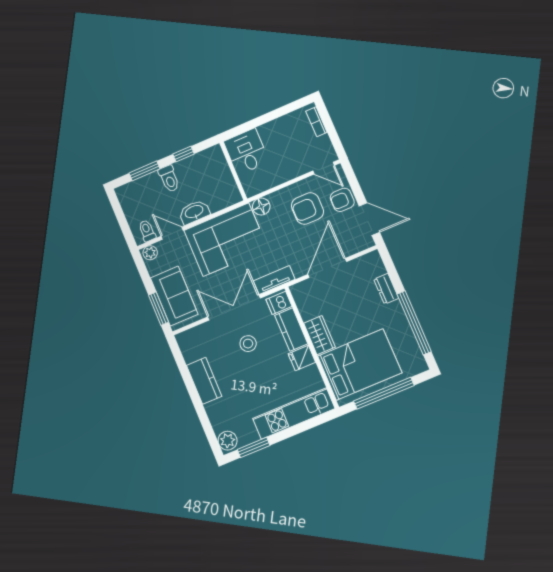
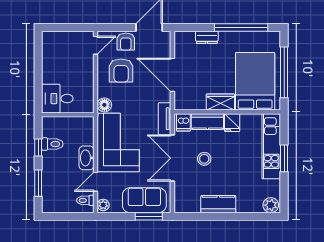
bookcase: (316, 122) -> (58, 36), removed
toilet: (169, 179) -> (52, 144), moved
window: (254, 447) -> (284, 158), moved

